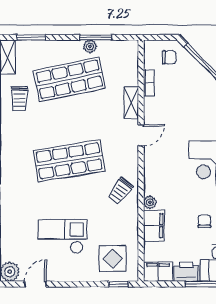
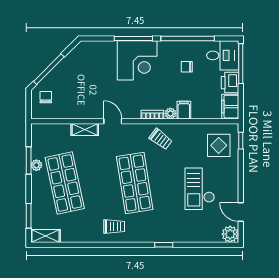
bookcase: (149, 83) -> (152, 115), moved
trolley: (19, 99) -> (114, 227), moved
filing cabinet: (154, 226) -> (184, 110), width x0.50

